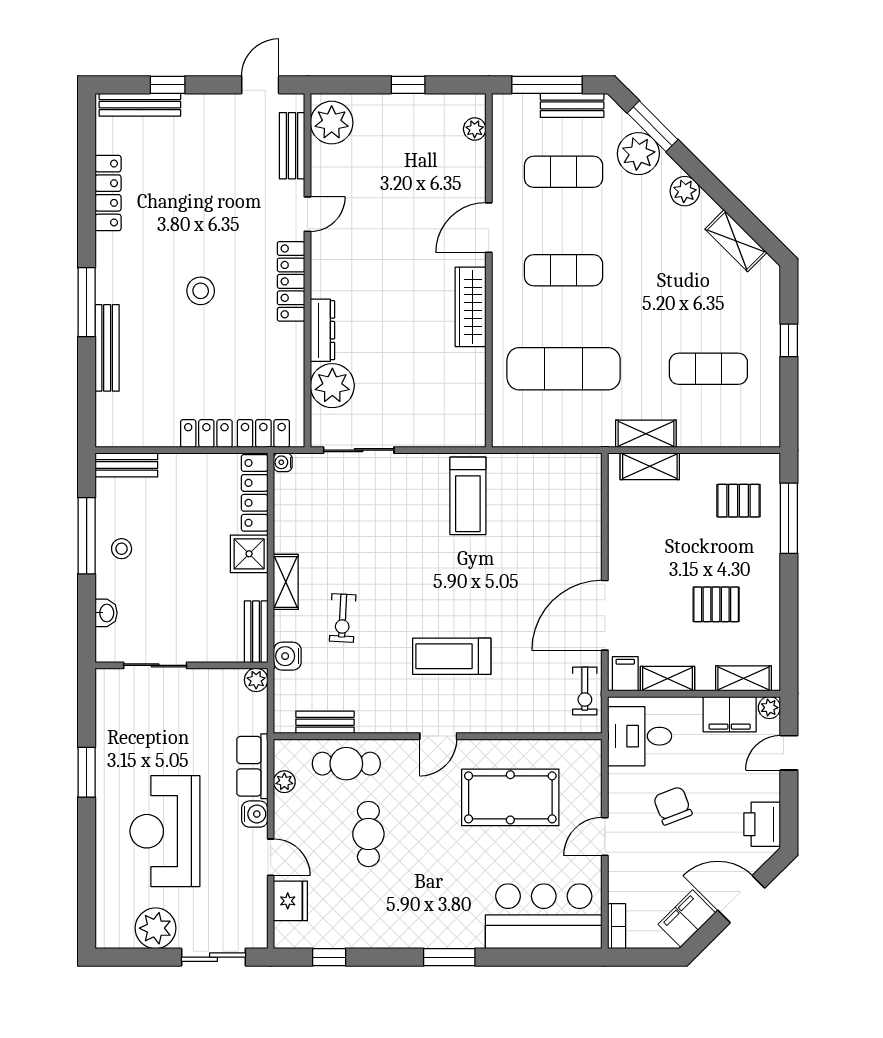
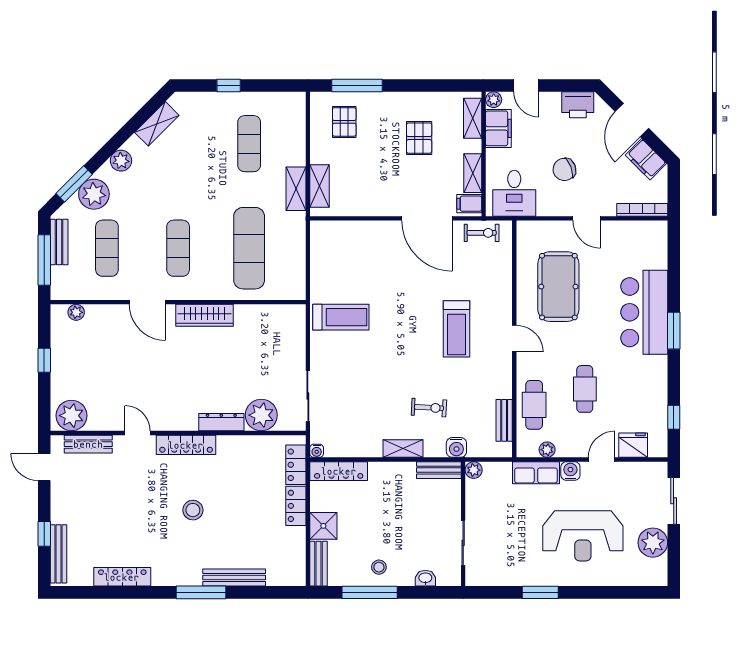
shower: (249, 554) -> (323, 526), moved
cafe table: (368, 834) -> (585, 389), turned 90
bar counter: (544, 916) -> (644, 312), moved
bookcase: (617, 926) -> (642, 210), width x1.56

